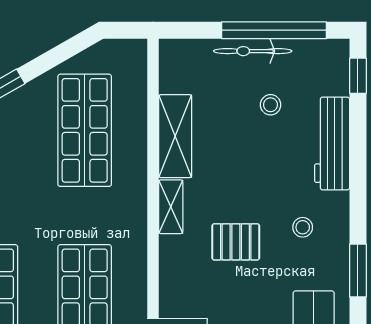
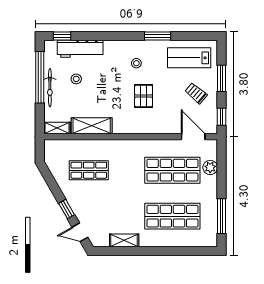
shop shelf: (85, 130) -> (89, 170), width x0.70, depth x0.74
workbench: (332, 144) -> (80, 49), moved
shelving: (171, 207) -> (57, 128), moved

